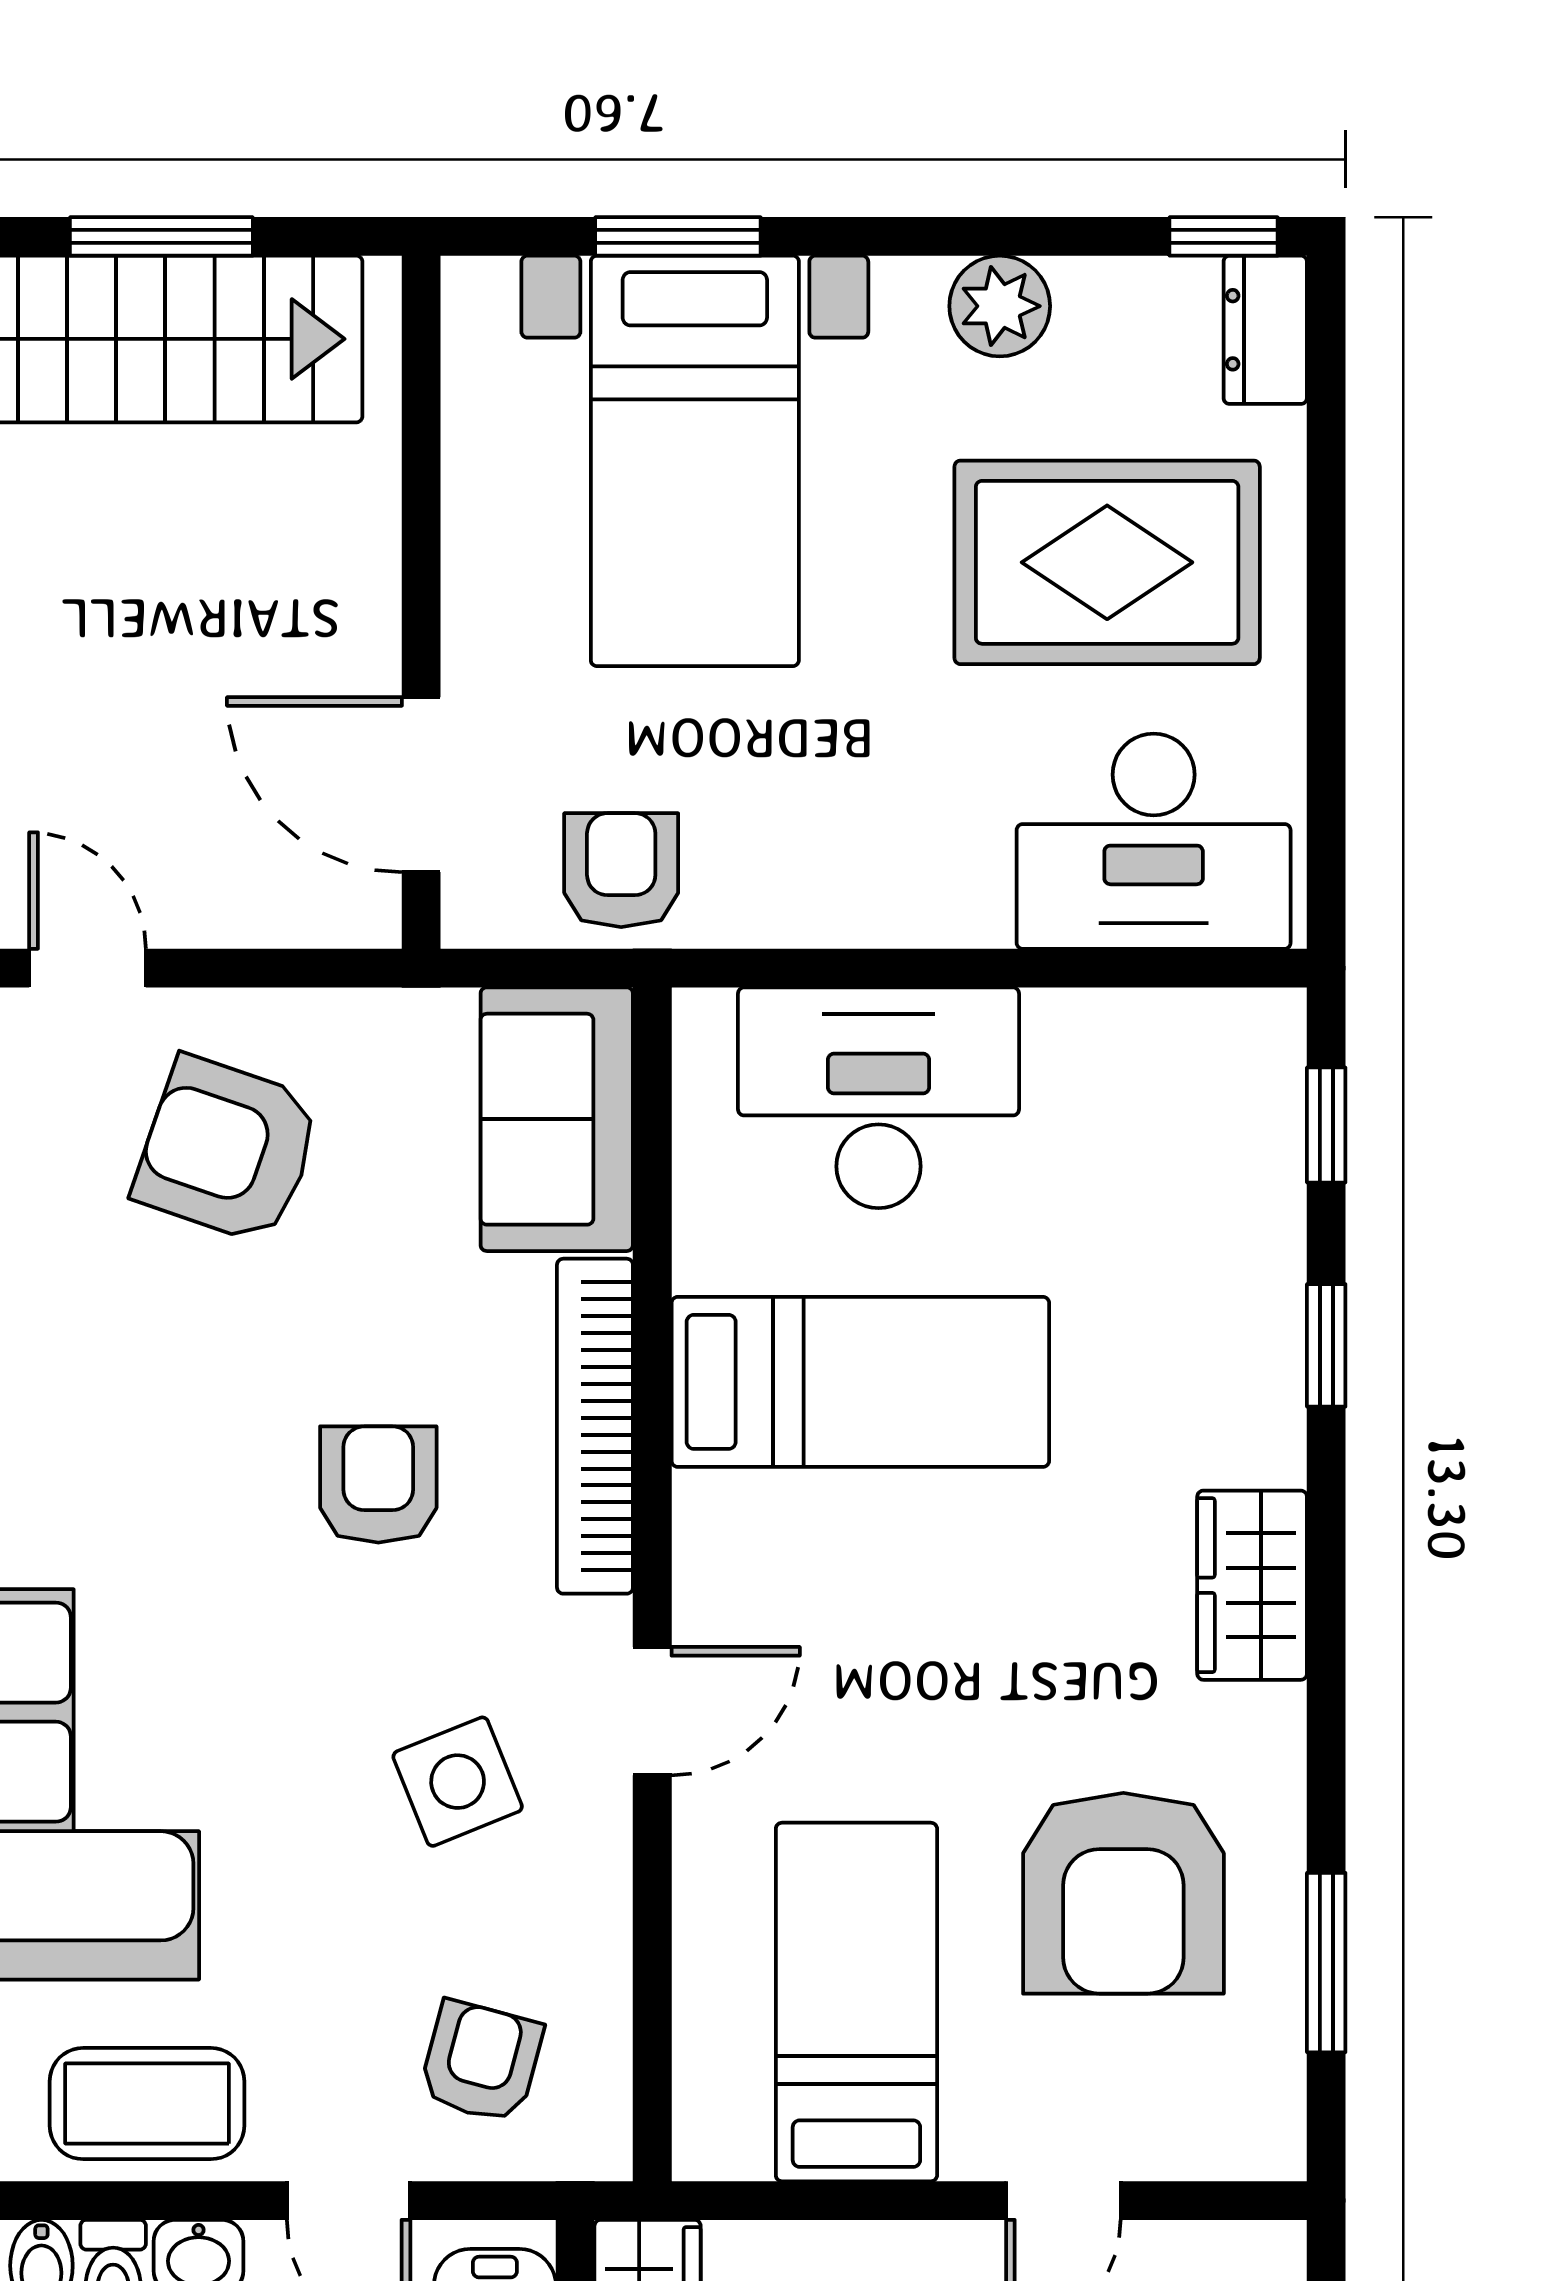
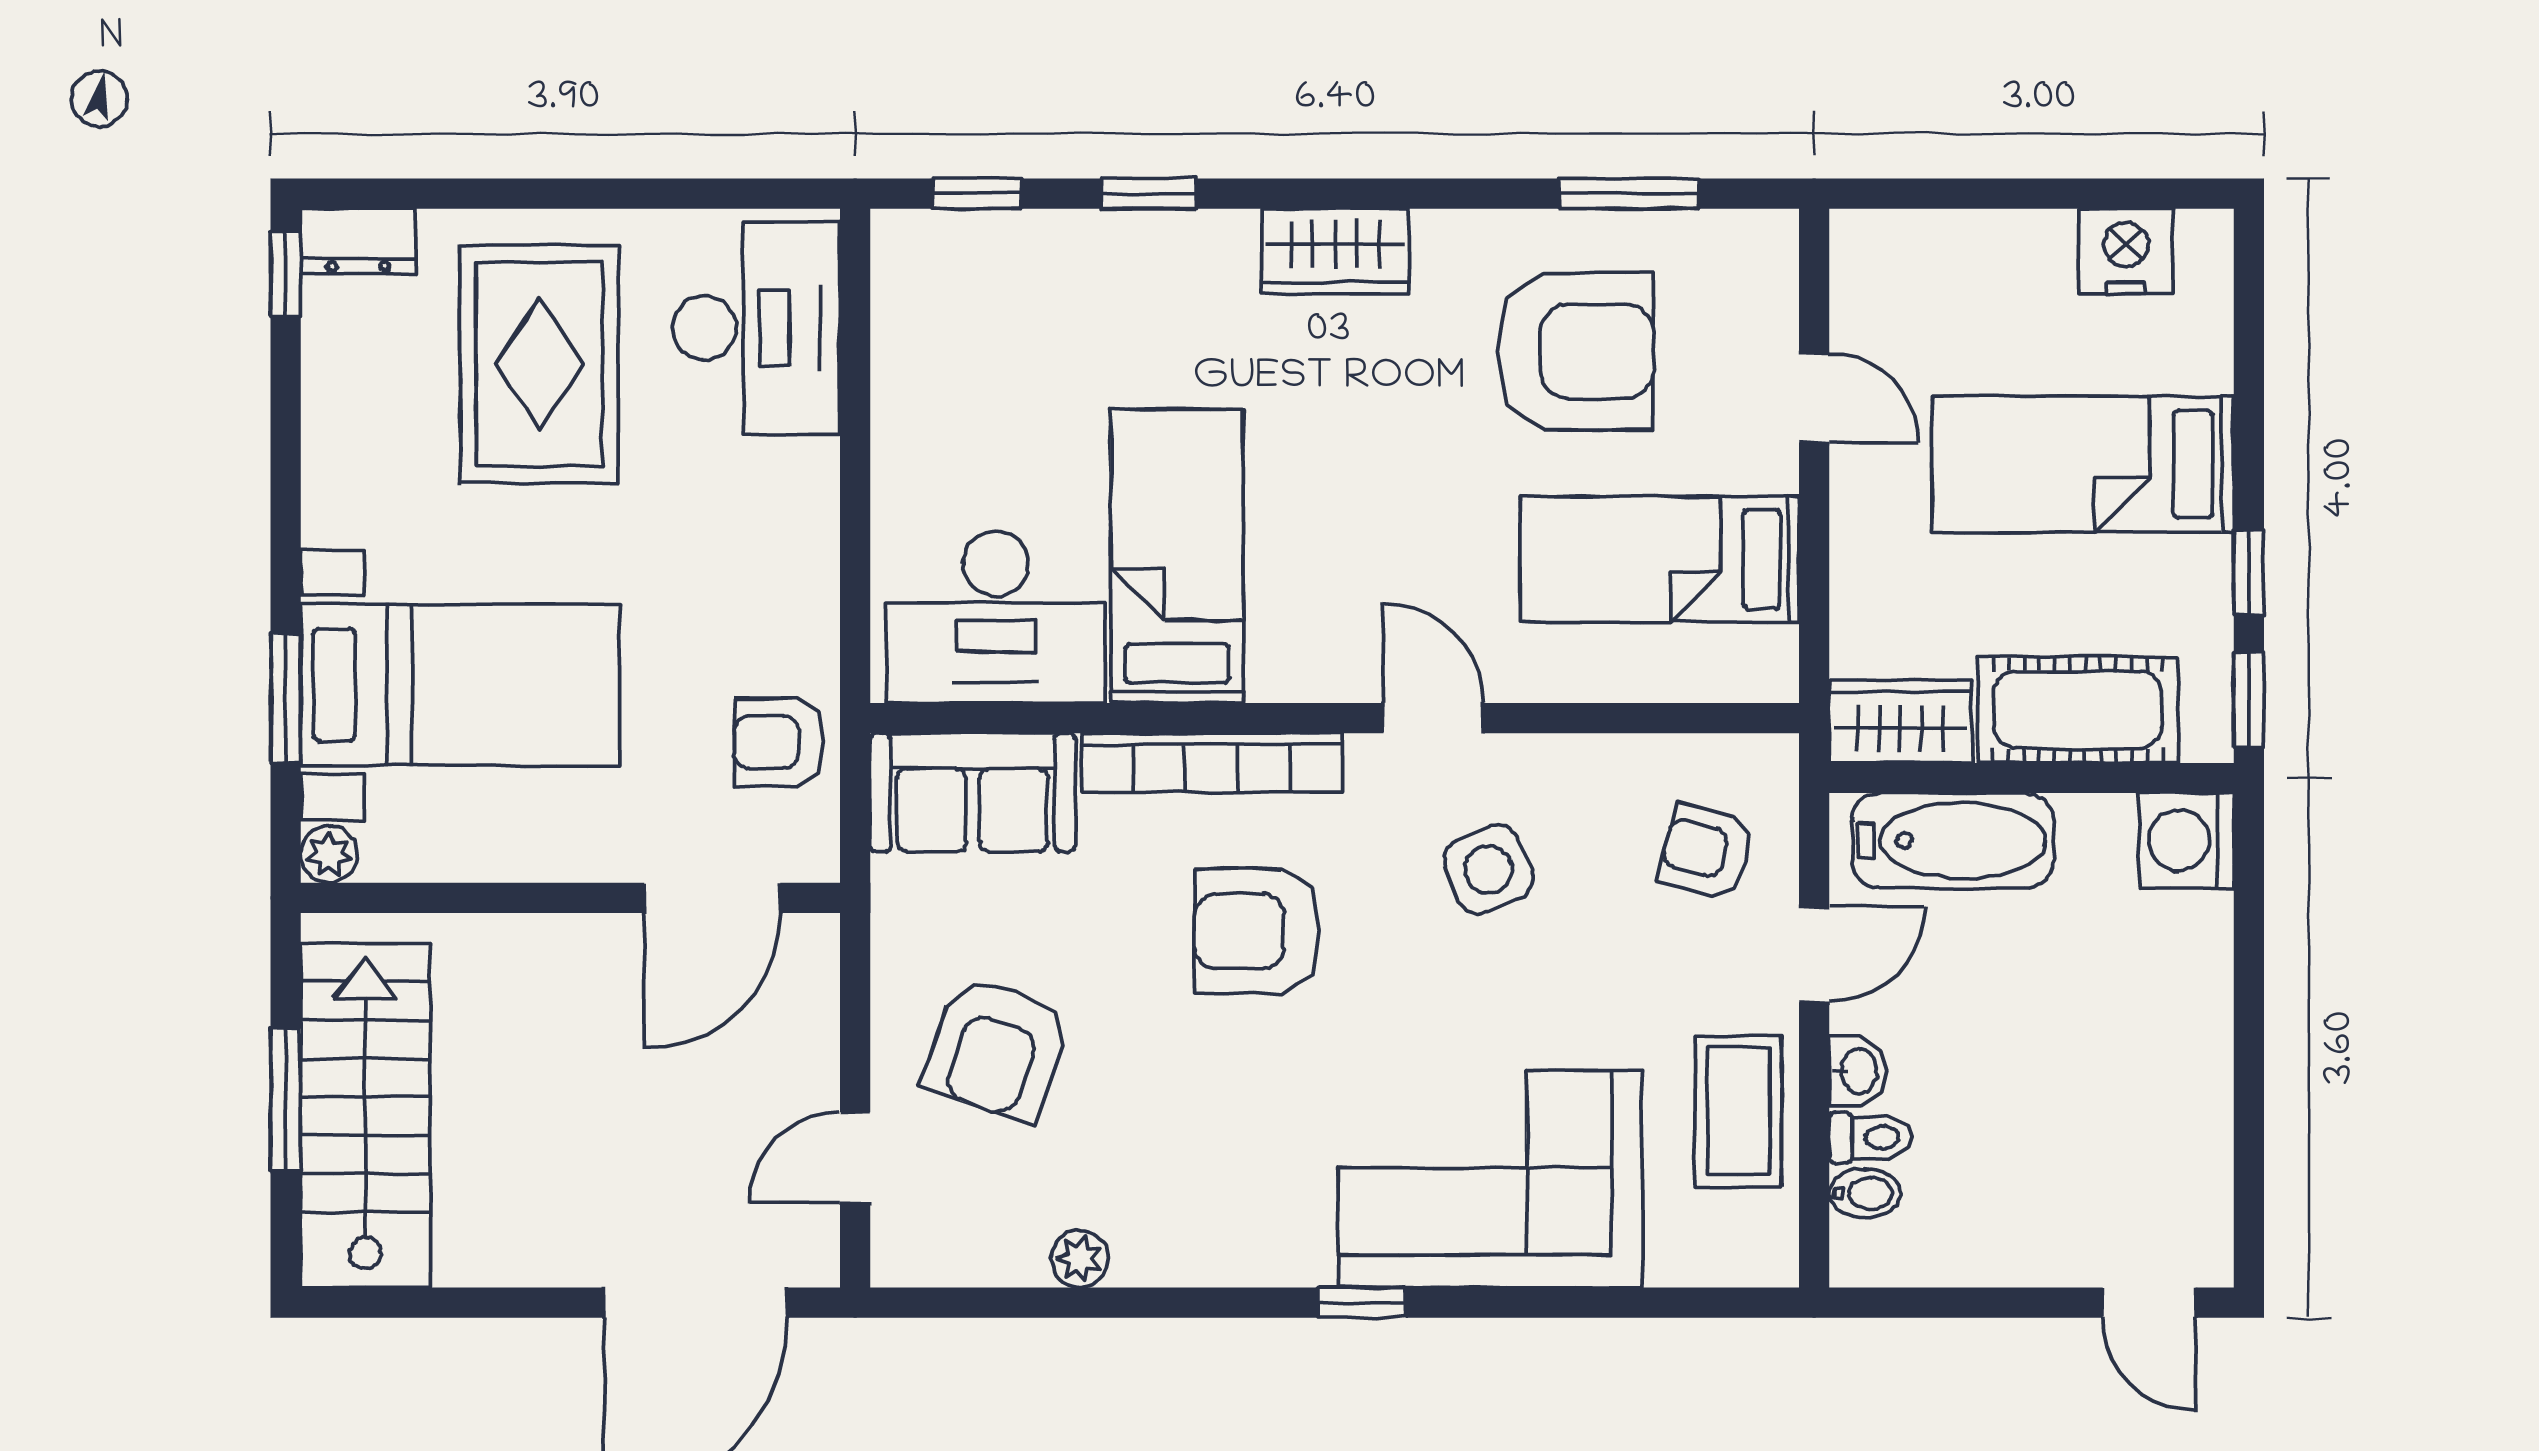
plant: (1000, 306) -> (329, 854), moved, width x0.73, depth x0.73
desk: (879, 1098) -> (996, 617), moved, turned -90
armchair: (378, 1485) -> (1257, 931), width x1.38, depth x1.38

